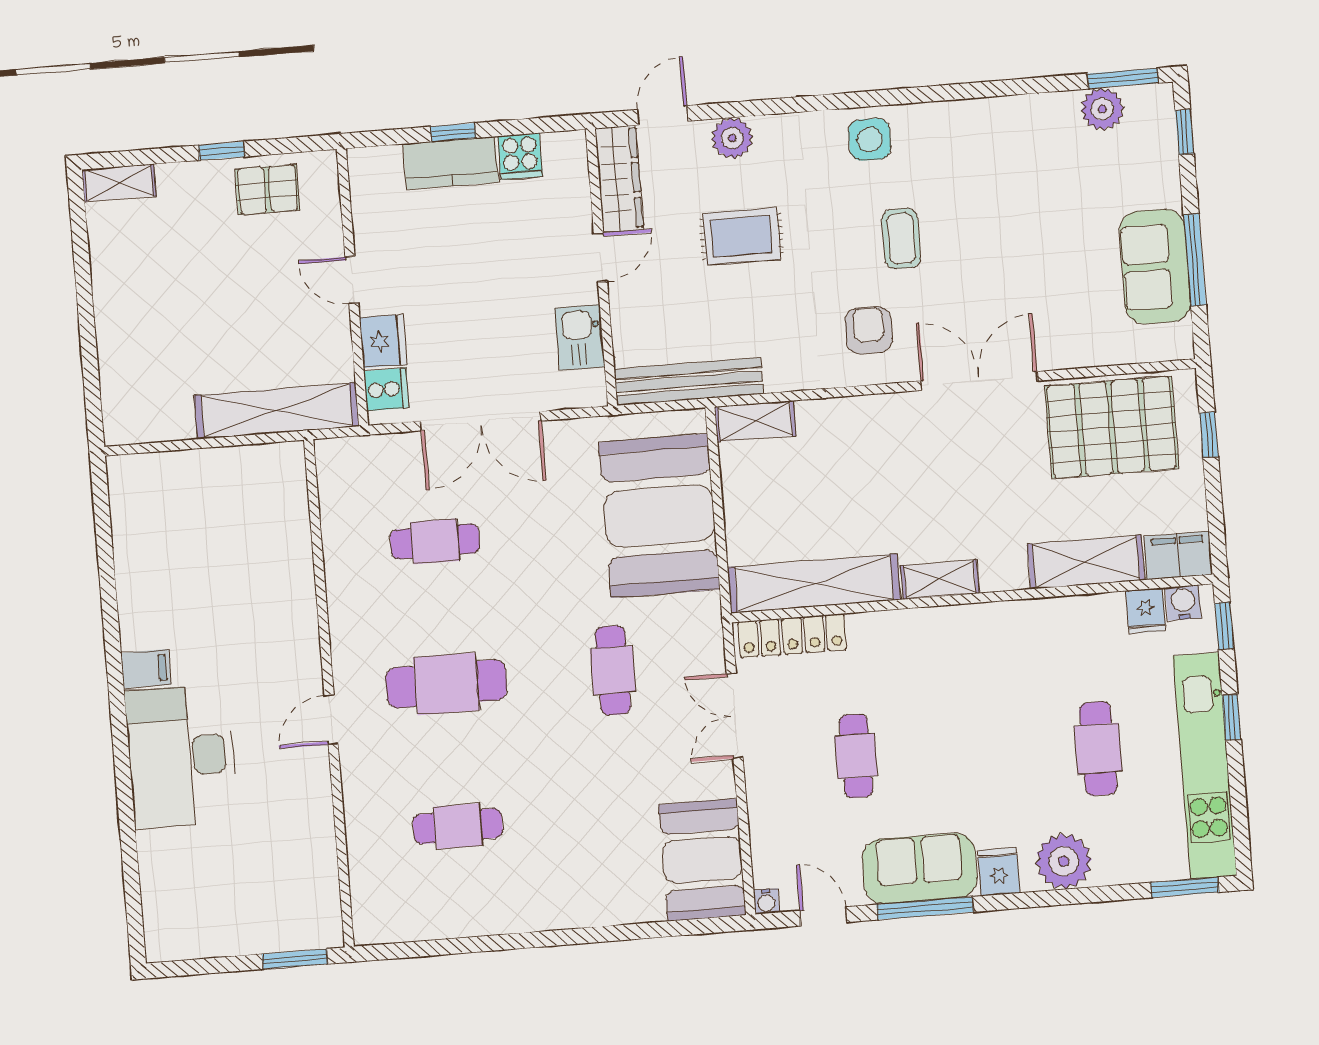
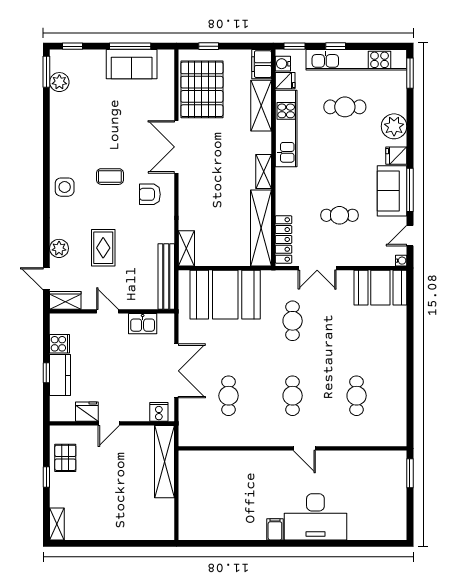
wardrobe: (619, 179) -> (65, 300), width x0.67
fridge: (383, 341) -> (87, 412), moved
kitchen unit: (1039, 622) -> (286, 129), added
cafe table: (613, 670) -> (293, 321), turned 90
cafe table: (446, 684) -> (293, 396), width x0.73, depth x0.74

